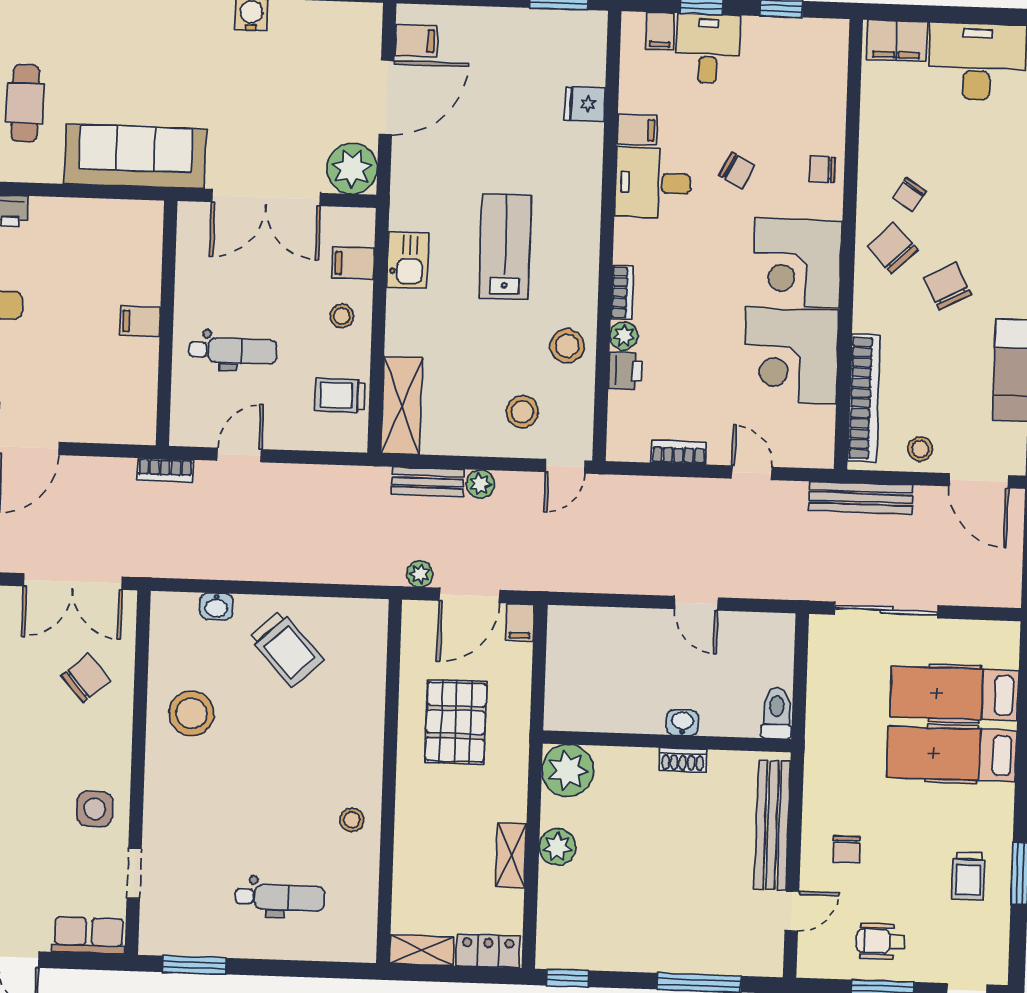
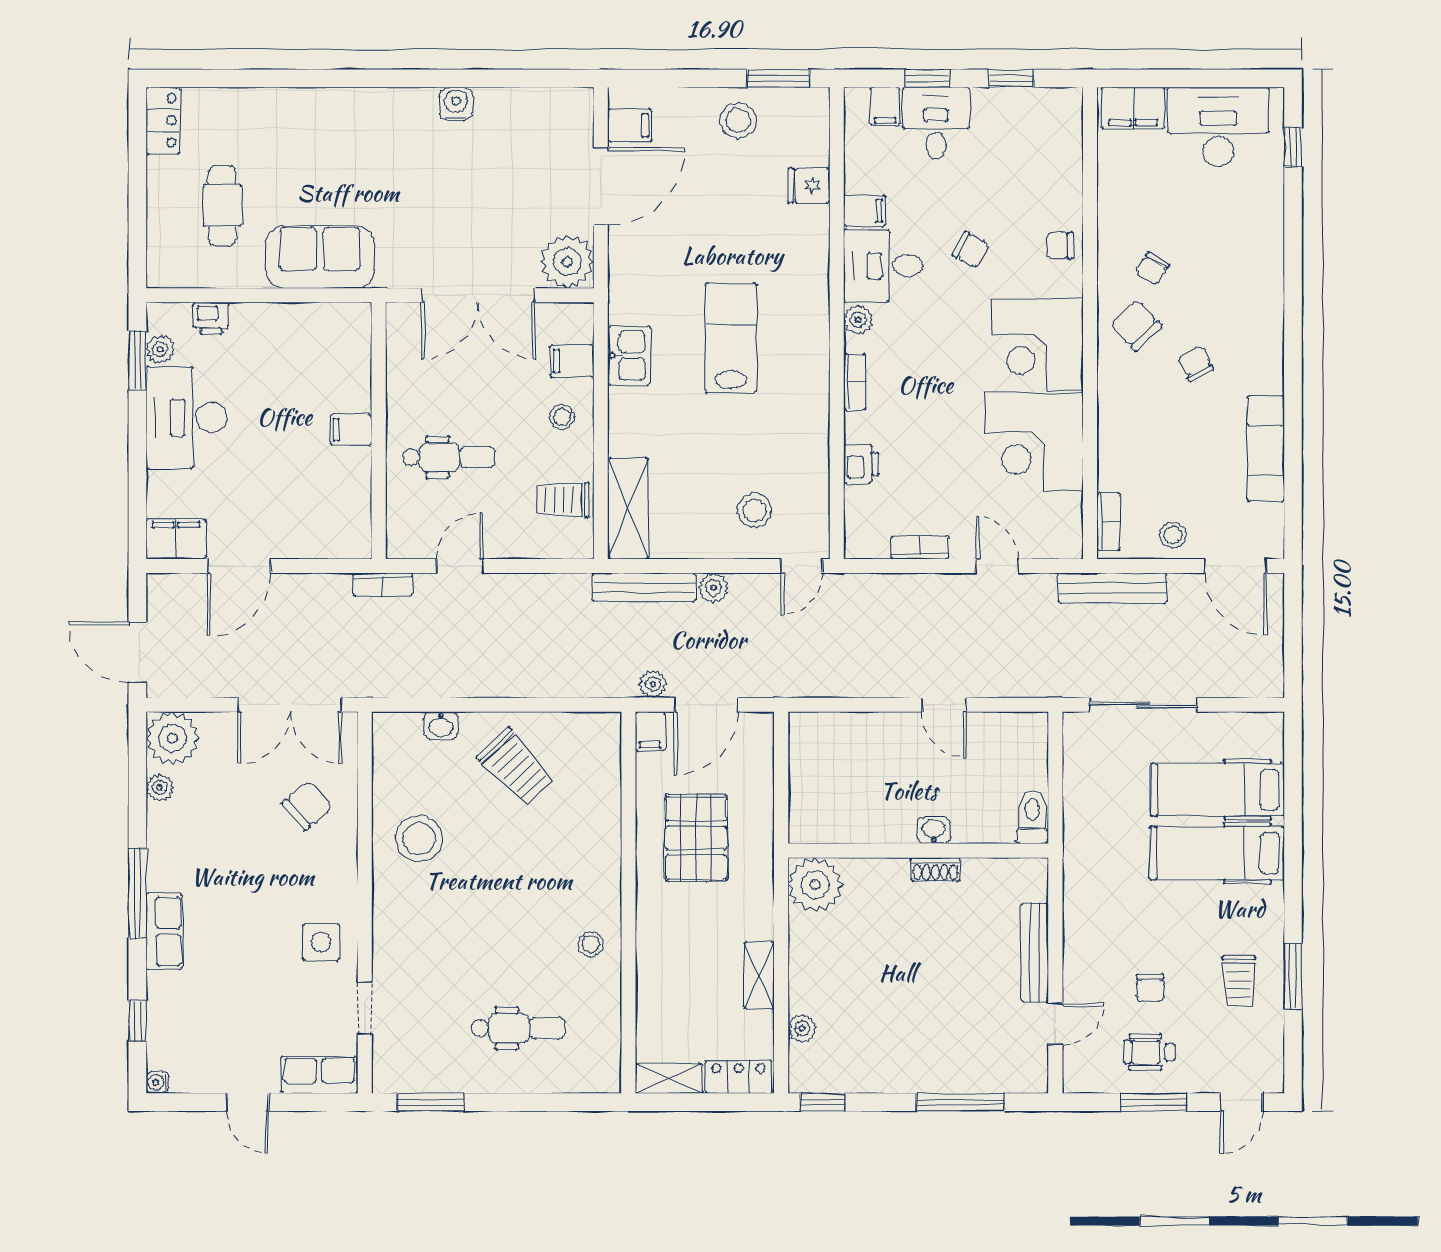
sofa: (135, 156) -> (320, 257), width x0.73
chair: (947, 286) -> (1196, 363), width x0.73, depth x0.73
plant: (624, 336) -> (858, 320), moved
stool: (567, 346) -> (738, 121), moved
bookcase: (864, 398) -> (1109, 522), width x0.43, depth x0.76
bench: (428, 482) -> (644, 587), width x1.36
filing cabinet: (520, 622) -> (650, 731), moved
bench: (772, 825) -> (1035, 953), width x0.73, depth x0.82
plant: (557, 847) -> (802, 1028), moved, width x0.73, depth x0.73
chair: (846, 849) -> (1150, 988), moved

